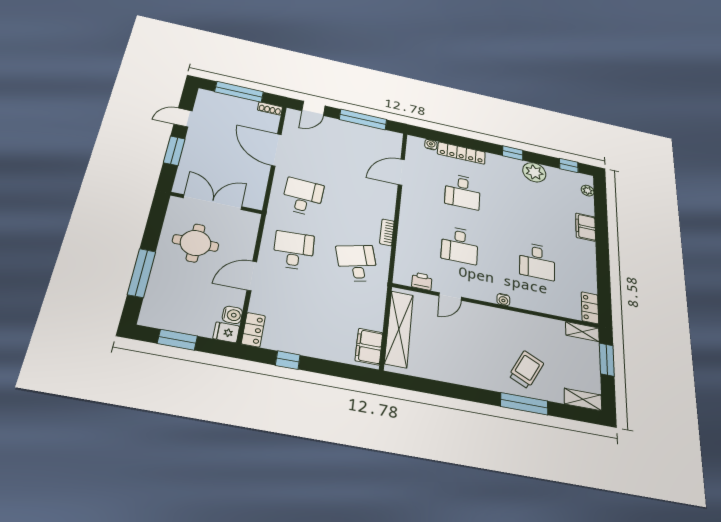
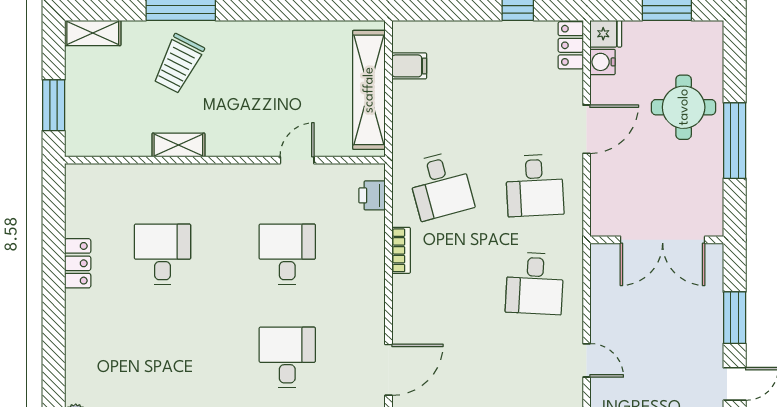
door: (276, 150) -> (587, 360), width x0.53
filing cabinet: (586, 227) -> (81, 340), removed
round table: (196, 243) -> (684, 107), moved
window: (142, 273) -> (735, 141), moved
printer: (422, 281) -> (372, 195), moved, turned 90
water cooler: (503, 300) -> (215, 173), removed
locker: (590, 308) -> (78, 263), moved
shelving: (582, 332) -> (178, 145), moved
filing cabinet: (369, 347) -> (409, 66), width x0.50

